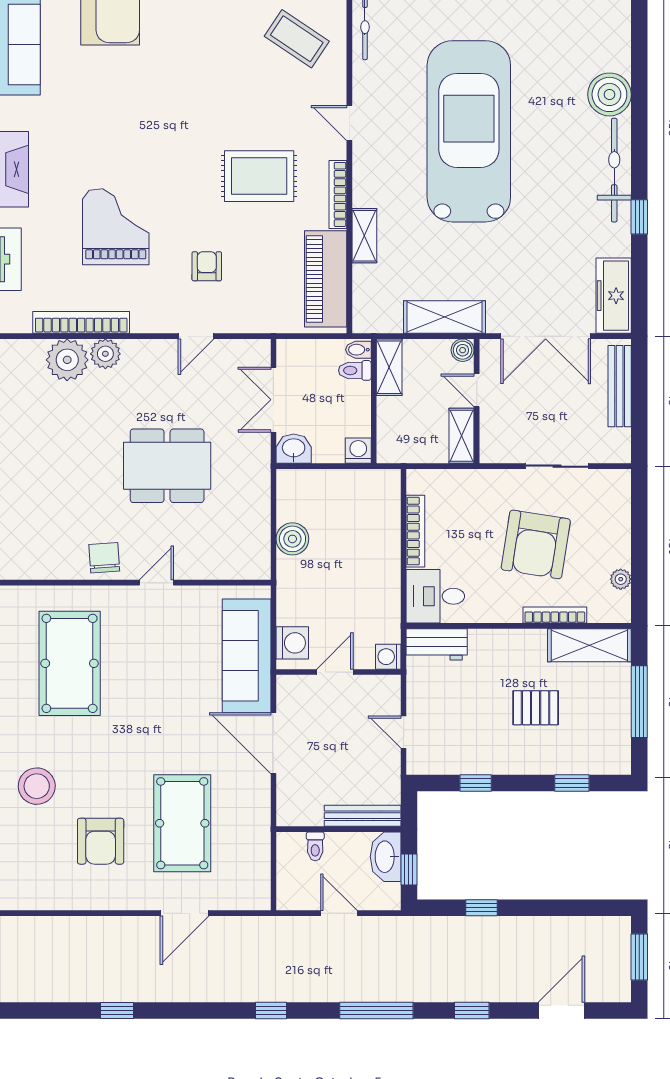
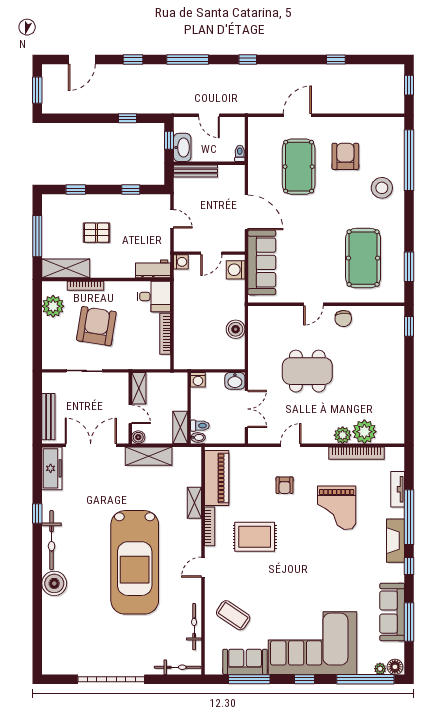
door: (349, 123) -> (203, 567), swing flipped
plant: (621, 579) -> (53, 306), width x1.88, depth x1.88
toilet: (315, 846) -> (240, 153), moved

